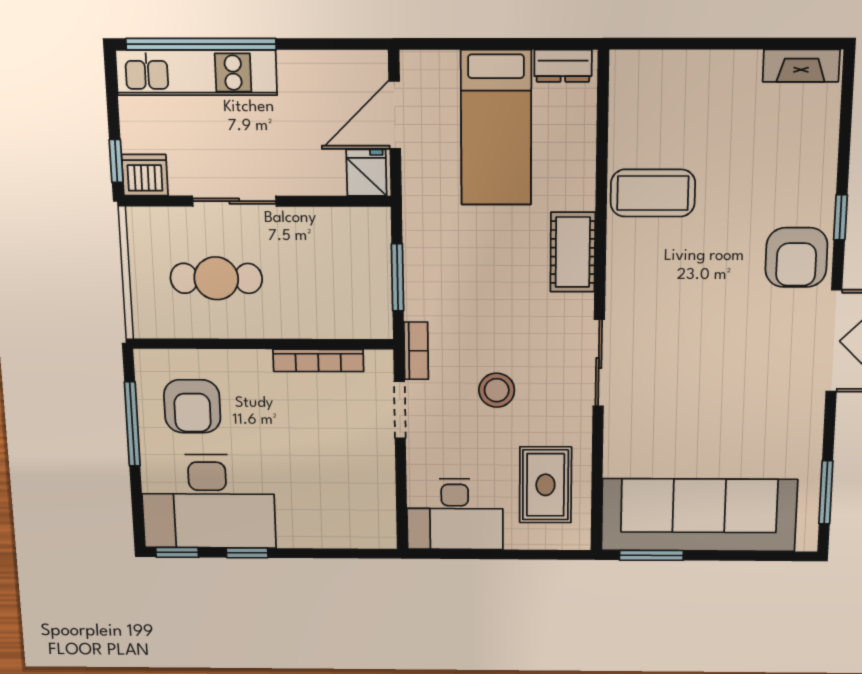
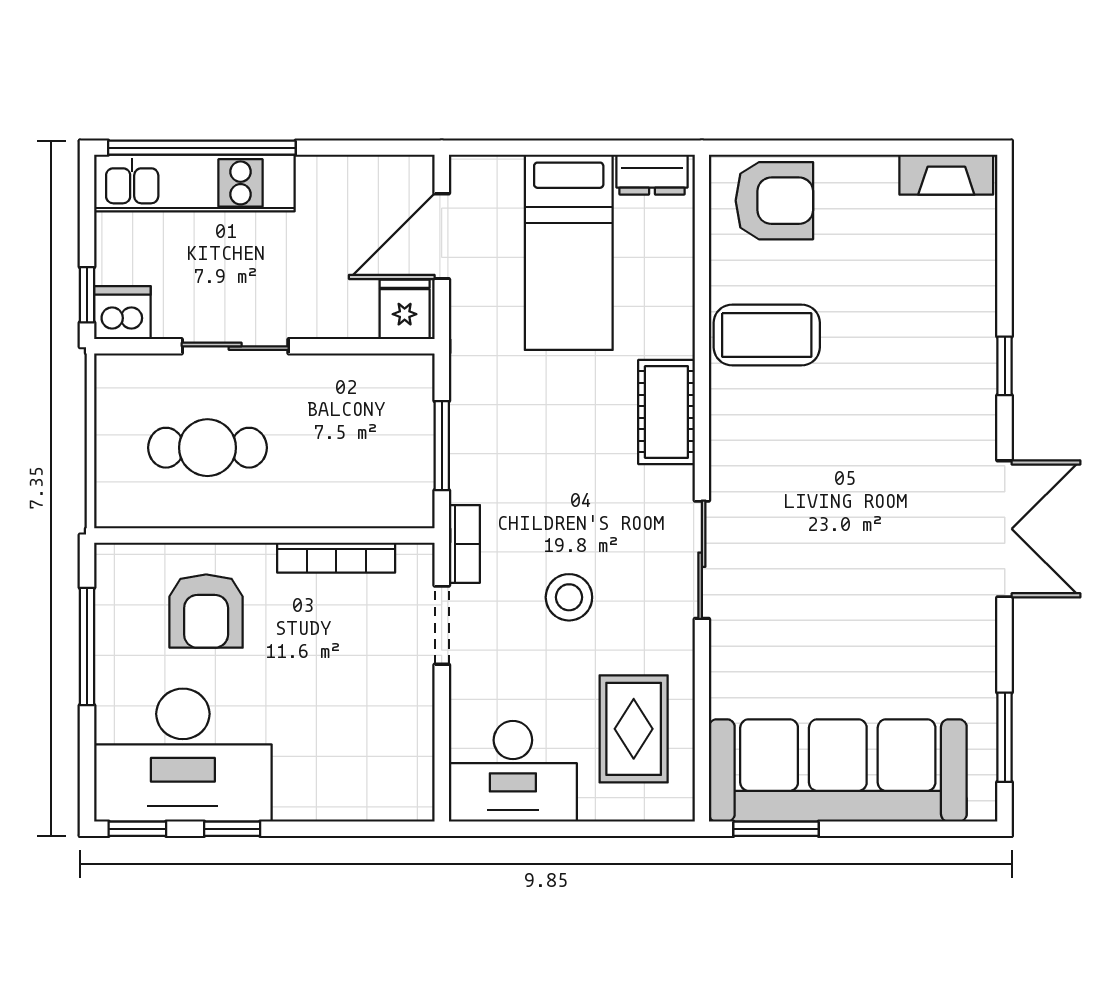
armchair: (796, 257) -> (774, 201), moved, turned -90
armchair: (192, 406) -> (206, 611), moved

